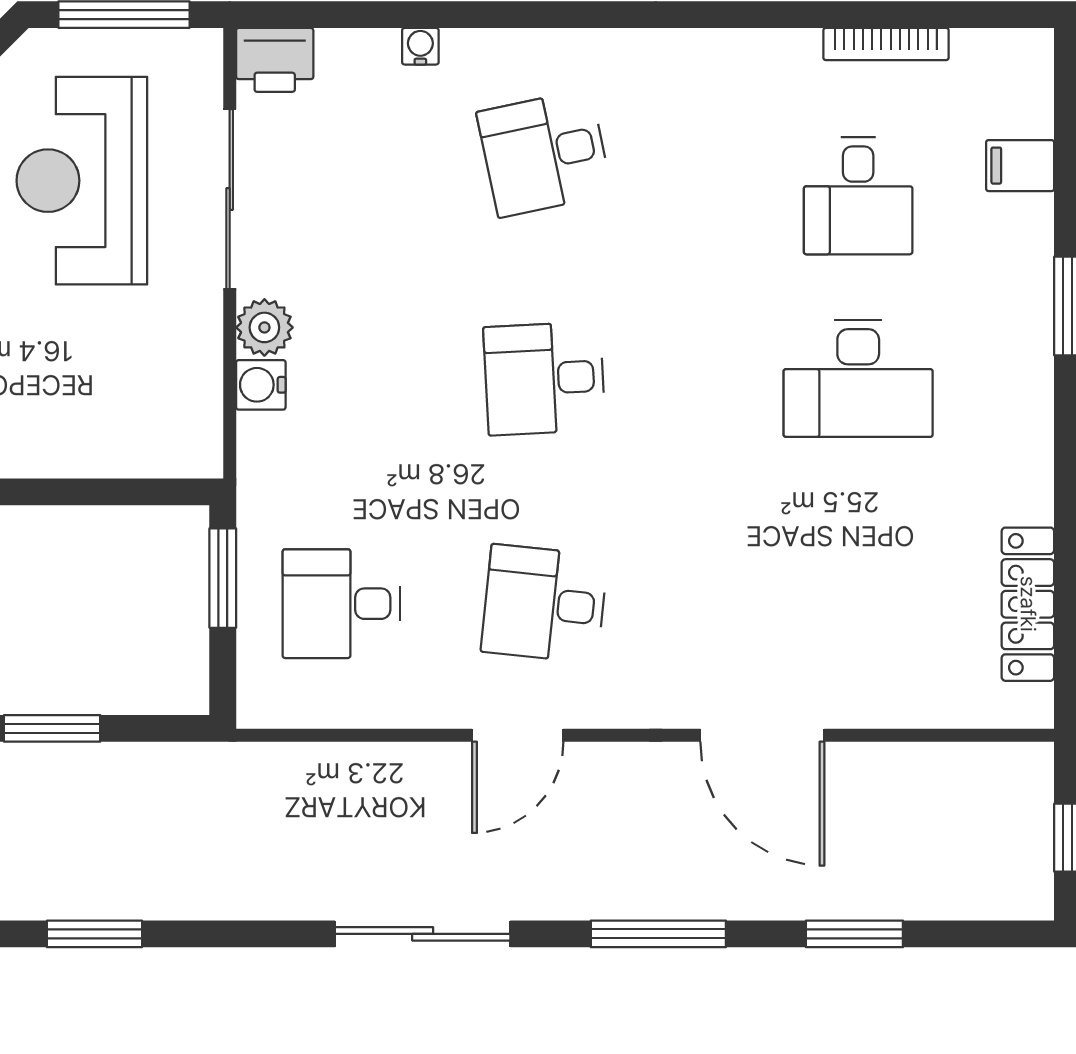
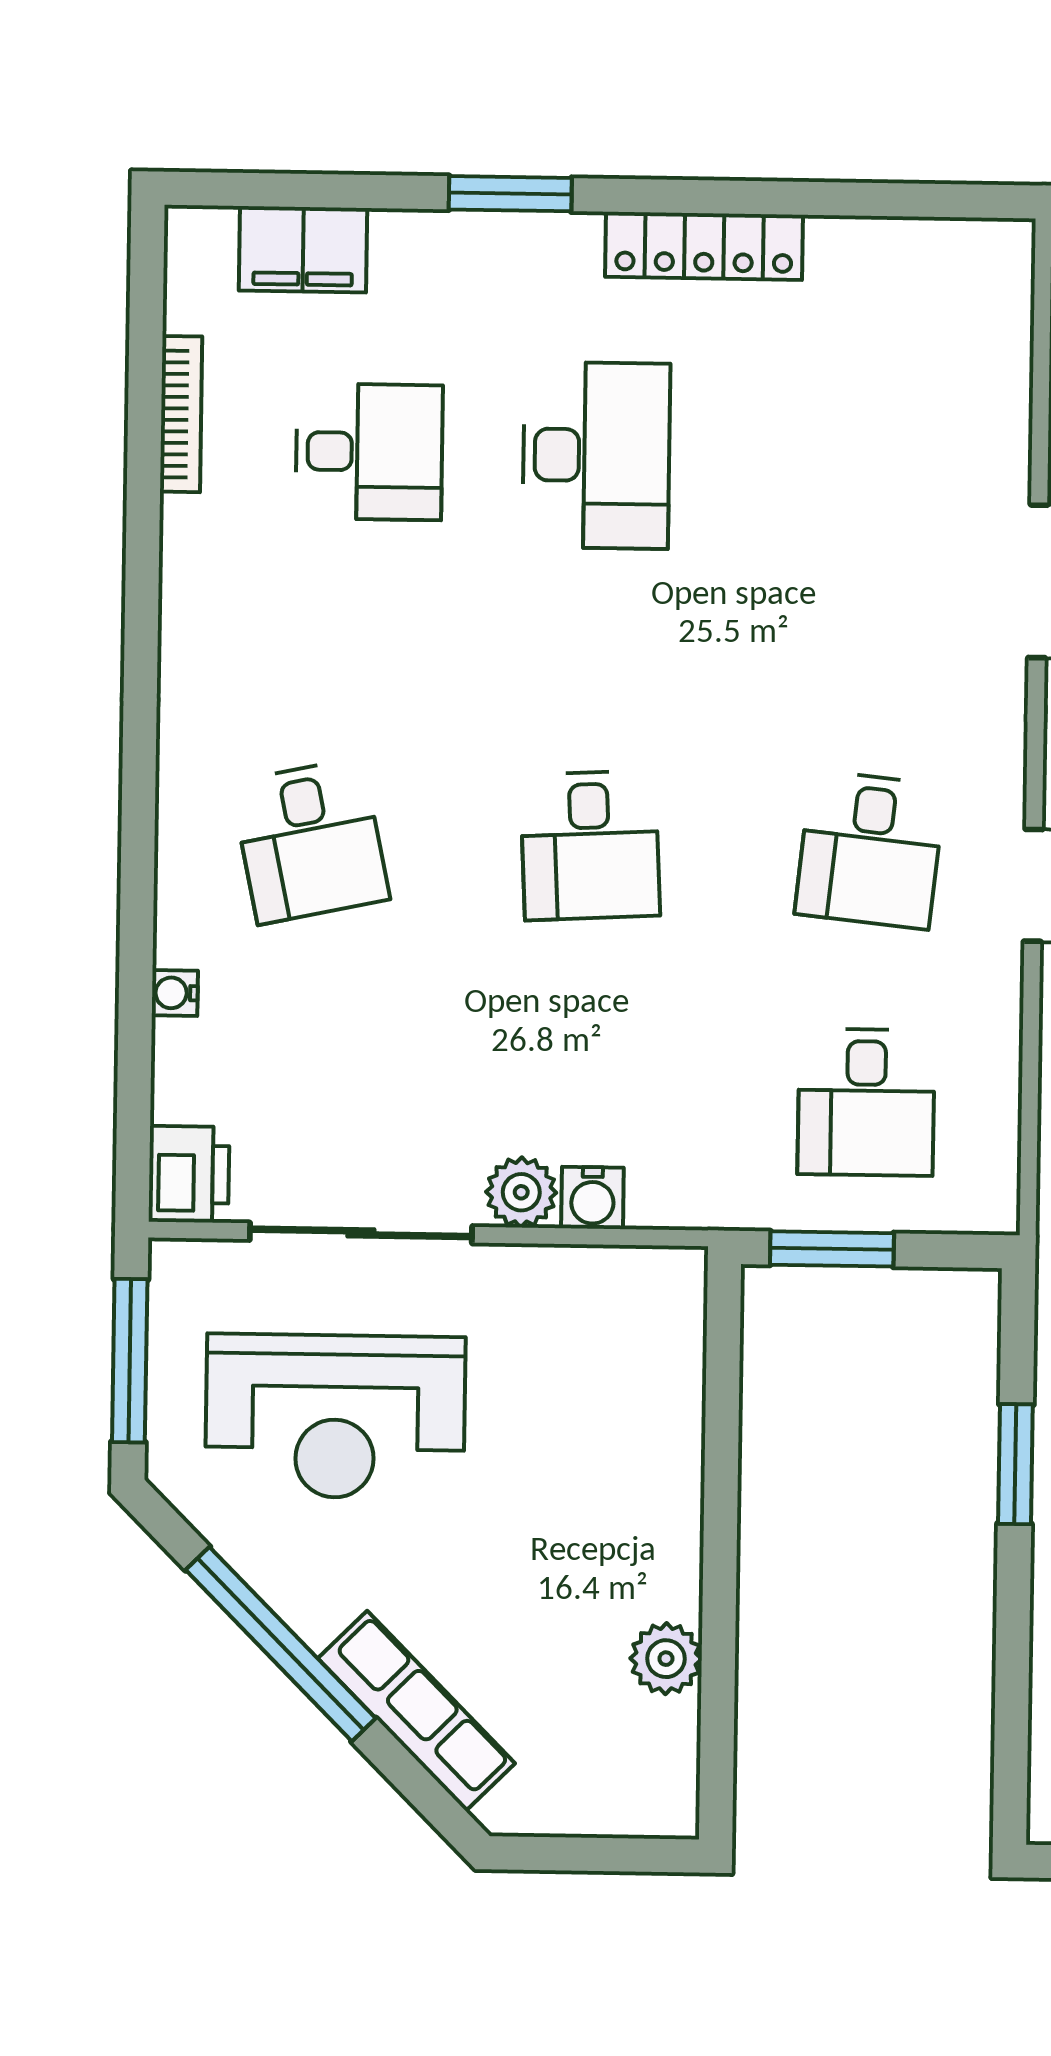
filing cabinet: (1020, 166) -> (303, 249), width x2.00
locker: (1028, 604) -> (704, 246), moved

